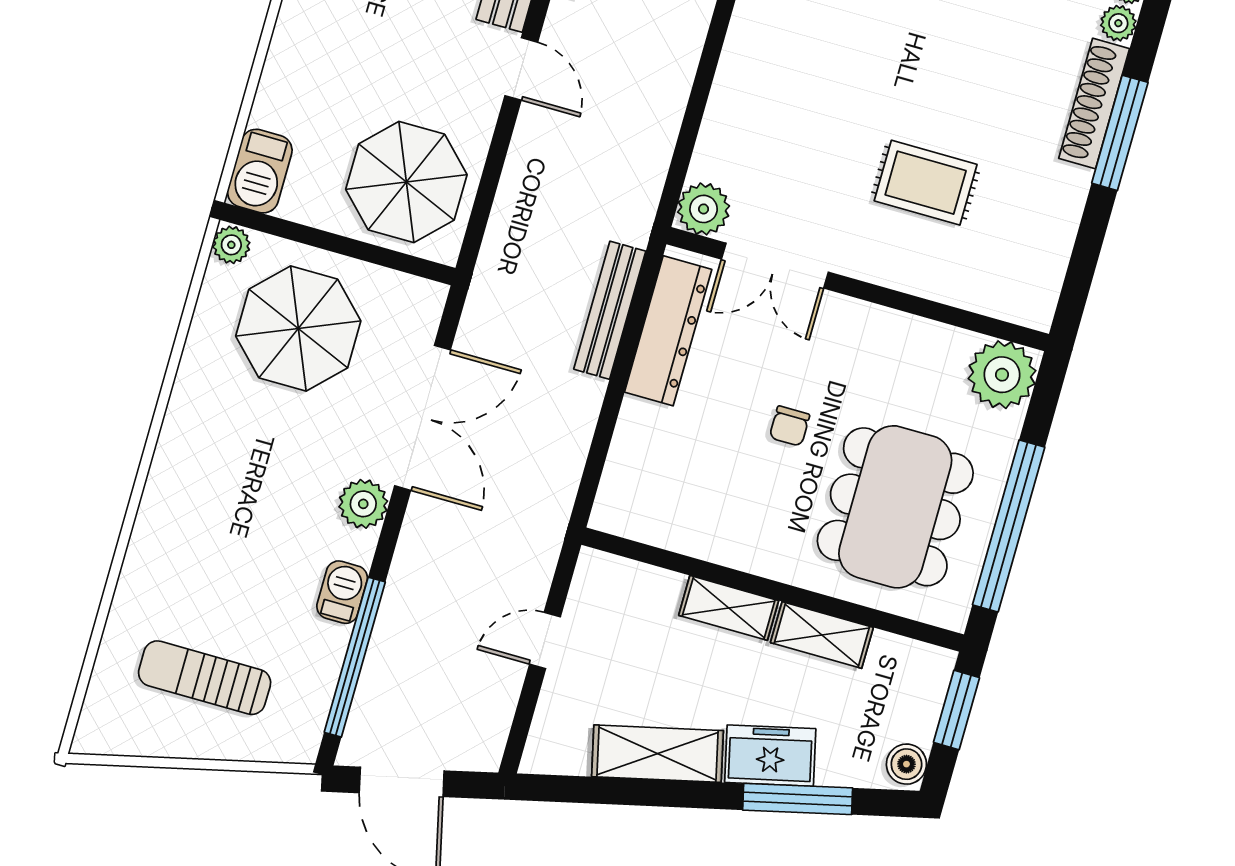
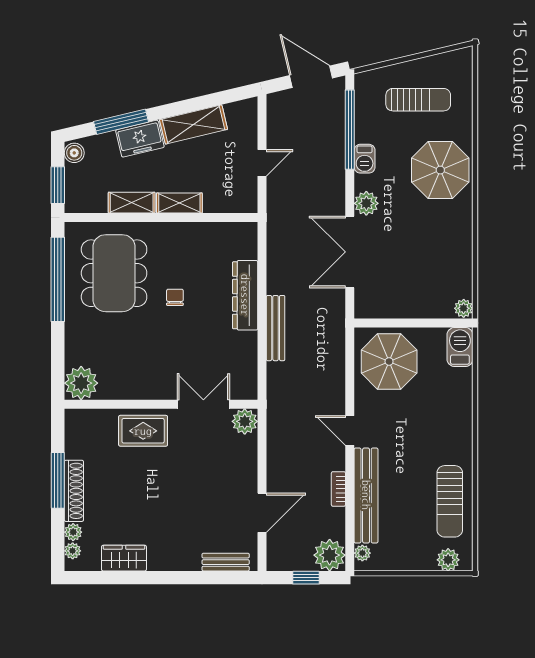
plant: (704, 209) -> (245, 421), moved
double door: (775, 266) -> (203, 404), moved
wall: (858, 289) -> (161, 404), moved
parasol: (298, 329) -> (440, 170), moved
dresser: (668, 331) -> (245, 295), moved
plant: (1002, 375) -> (81, 383), moved

